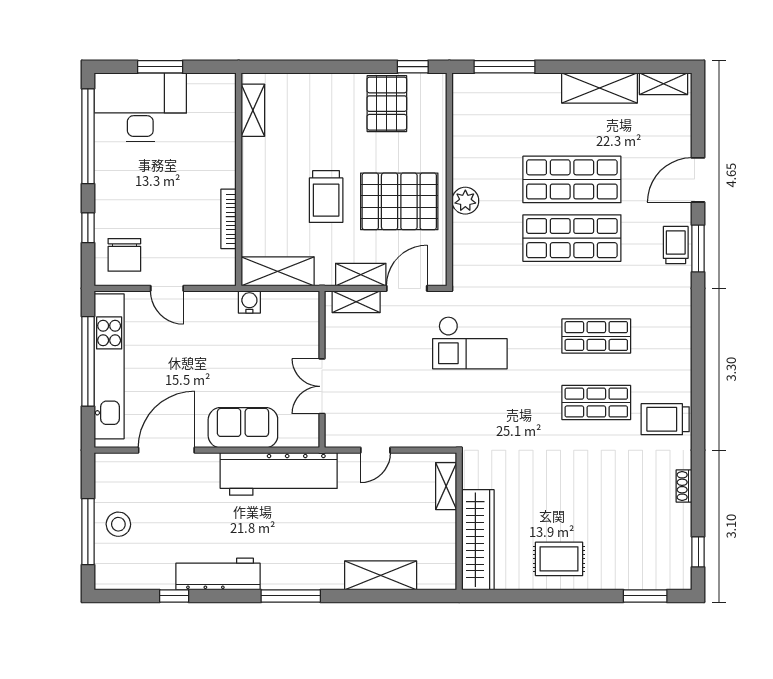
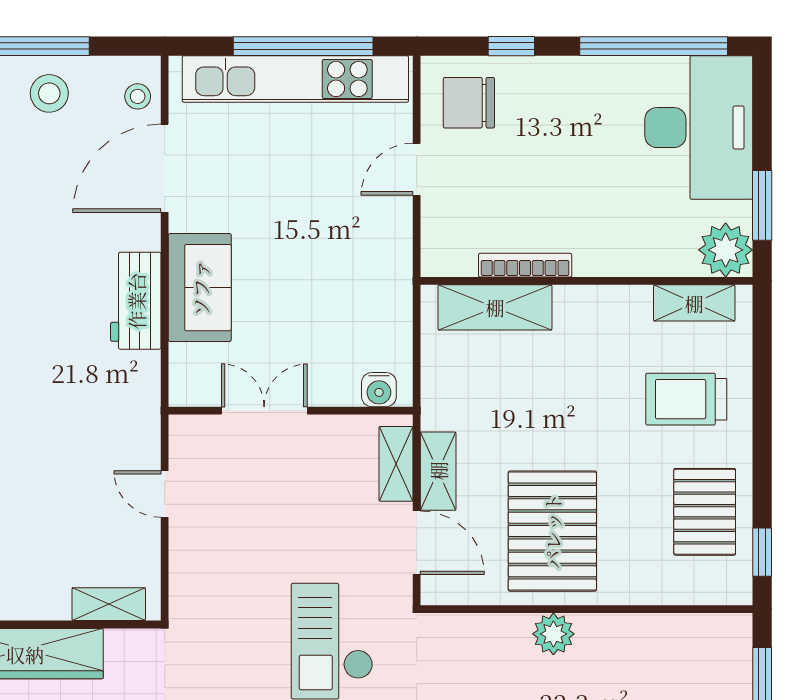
window: (160, 67) -> (762, 205), moved
plant: (219, 90) -> (726, 250), added
pallet: (387, 104) -> (705, 512), turned 90
trolley: (326, 197) -> (686, 399), moved
shelving: (278, 271) -> (495, 307), moved, turned 90
water cooler: (249, 302) -> (379, 390), moved, turned 90
door: (166, 450) -> (165, 168), swing flipped
stool: (120, 468) -> (138, 96), added
workbench: (279, 474) -> (136, 301), width x0.53, depth x0.76

